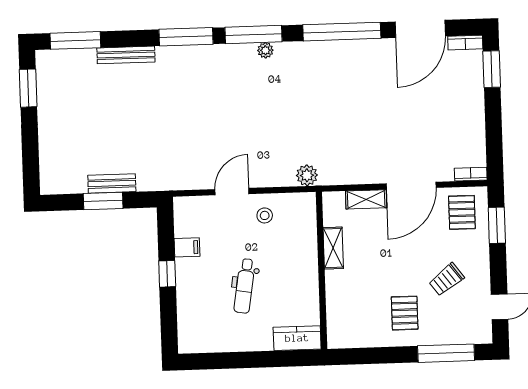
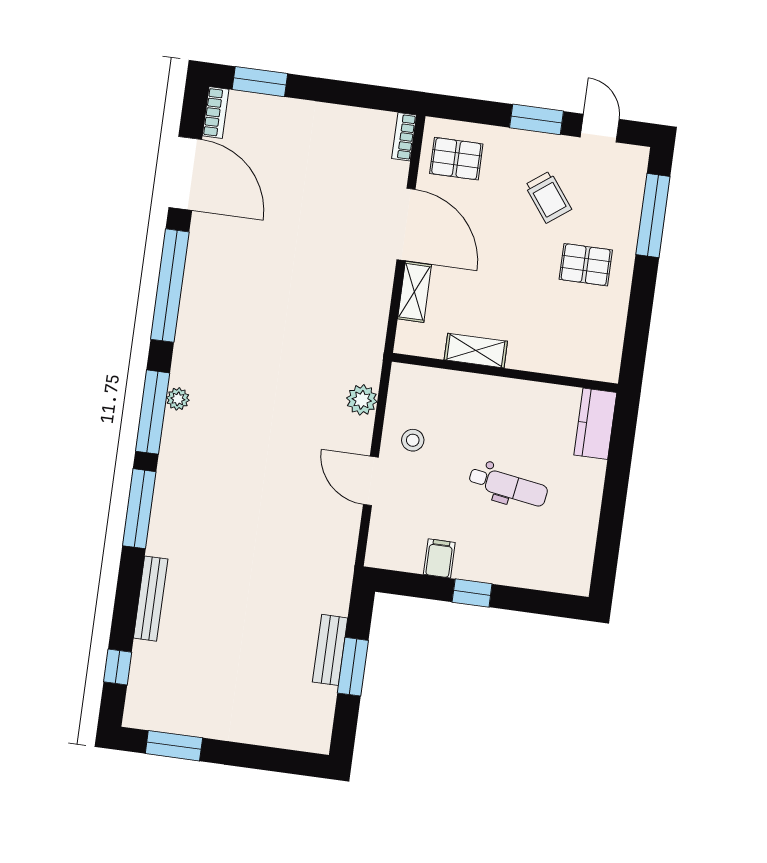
window: (75, 40) -> (118, 667), width x0.46
plant: (307, 175) -> (362, 400), moved
window: (497, 225) -> (536, 119), moved

